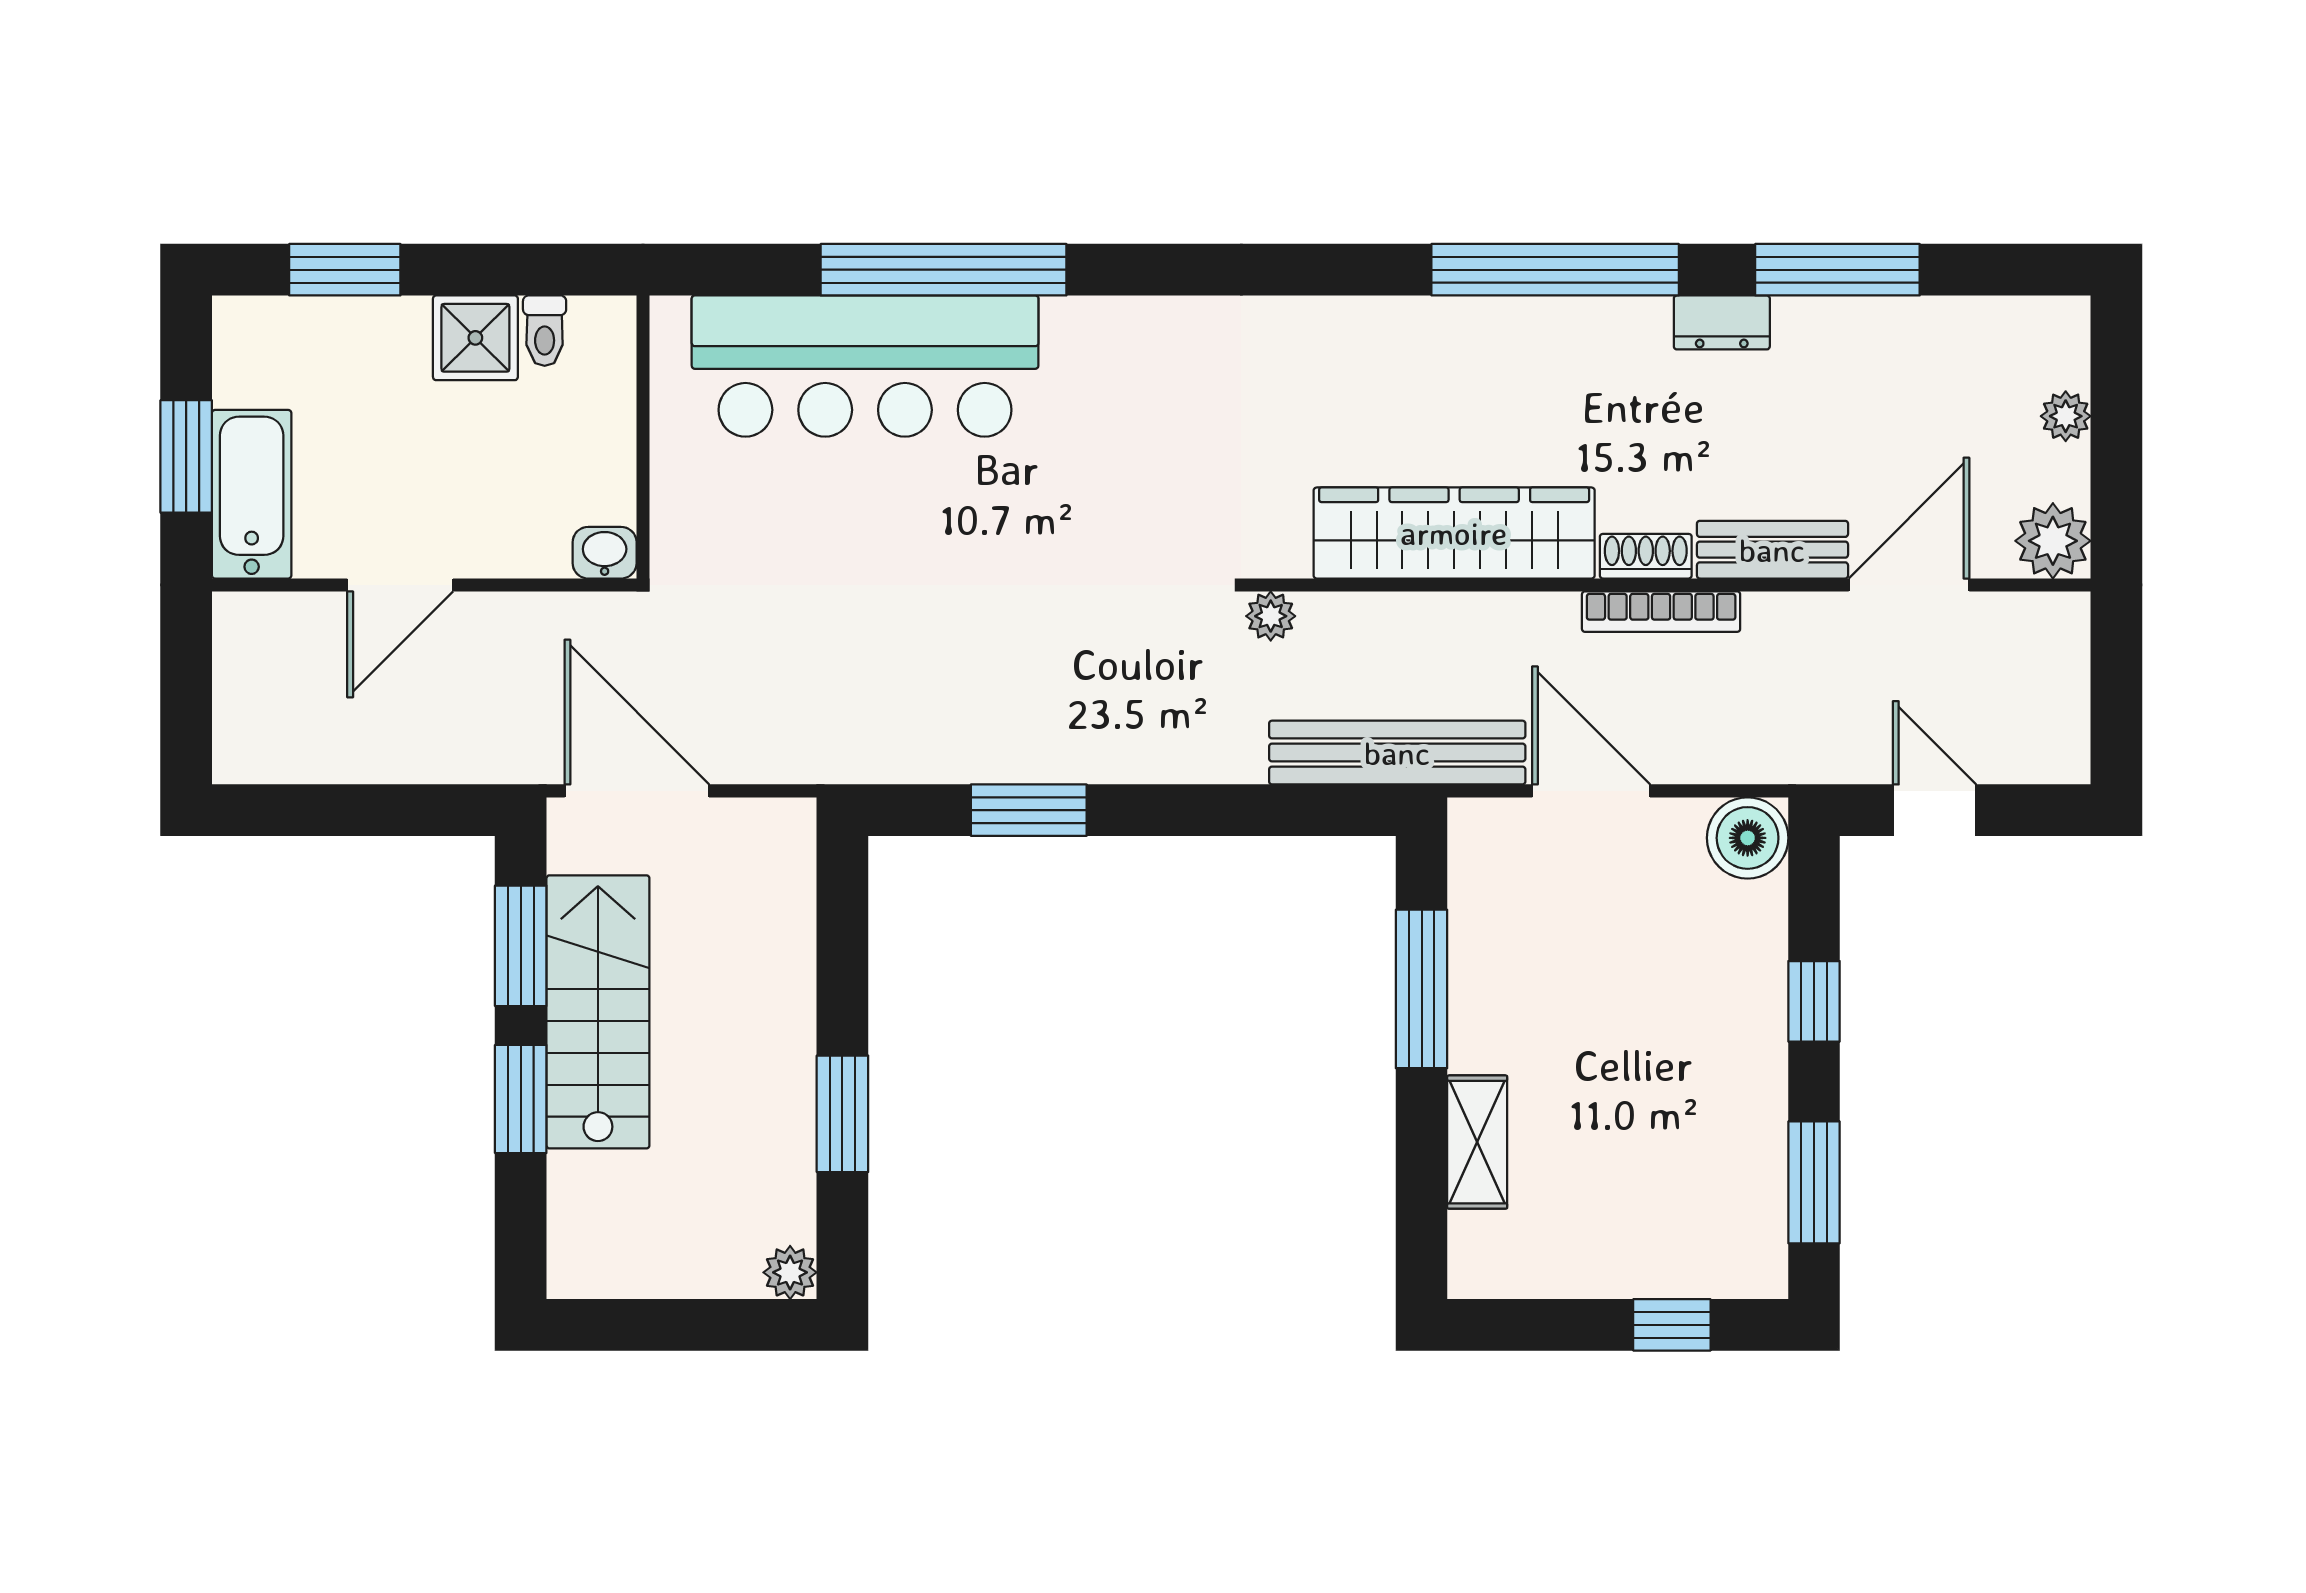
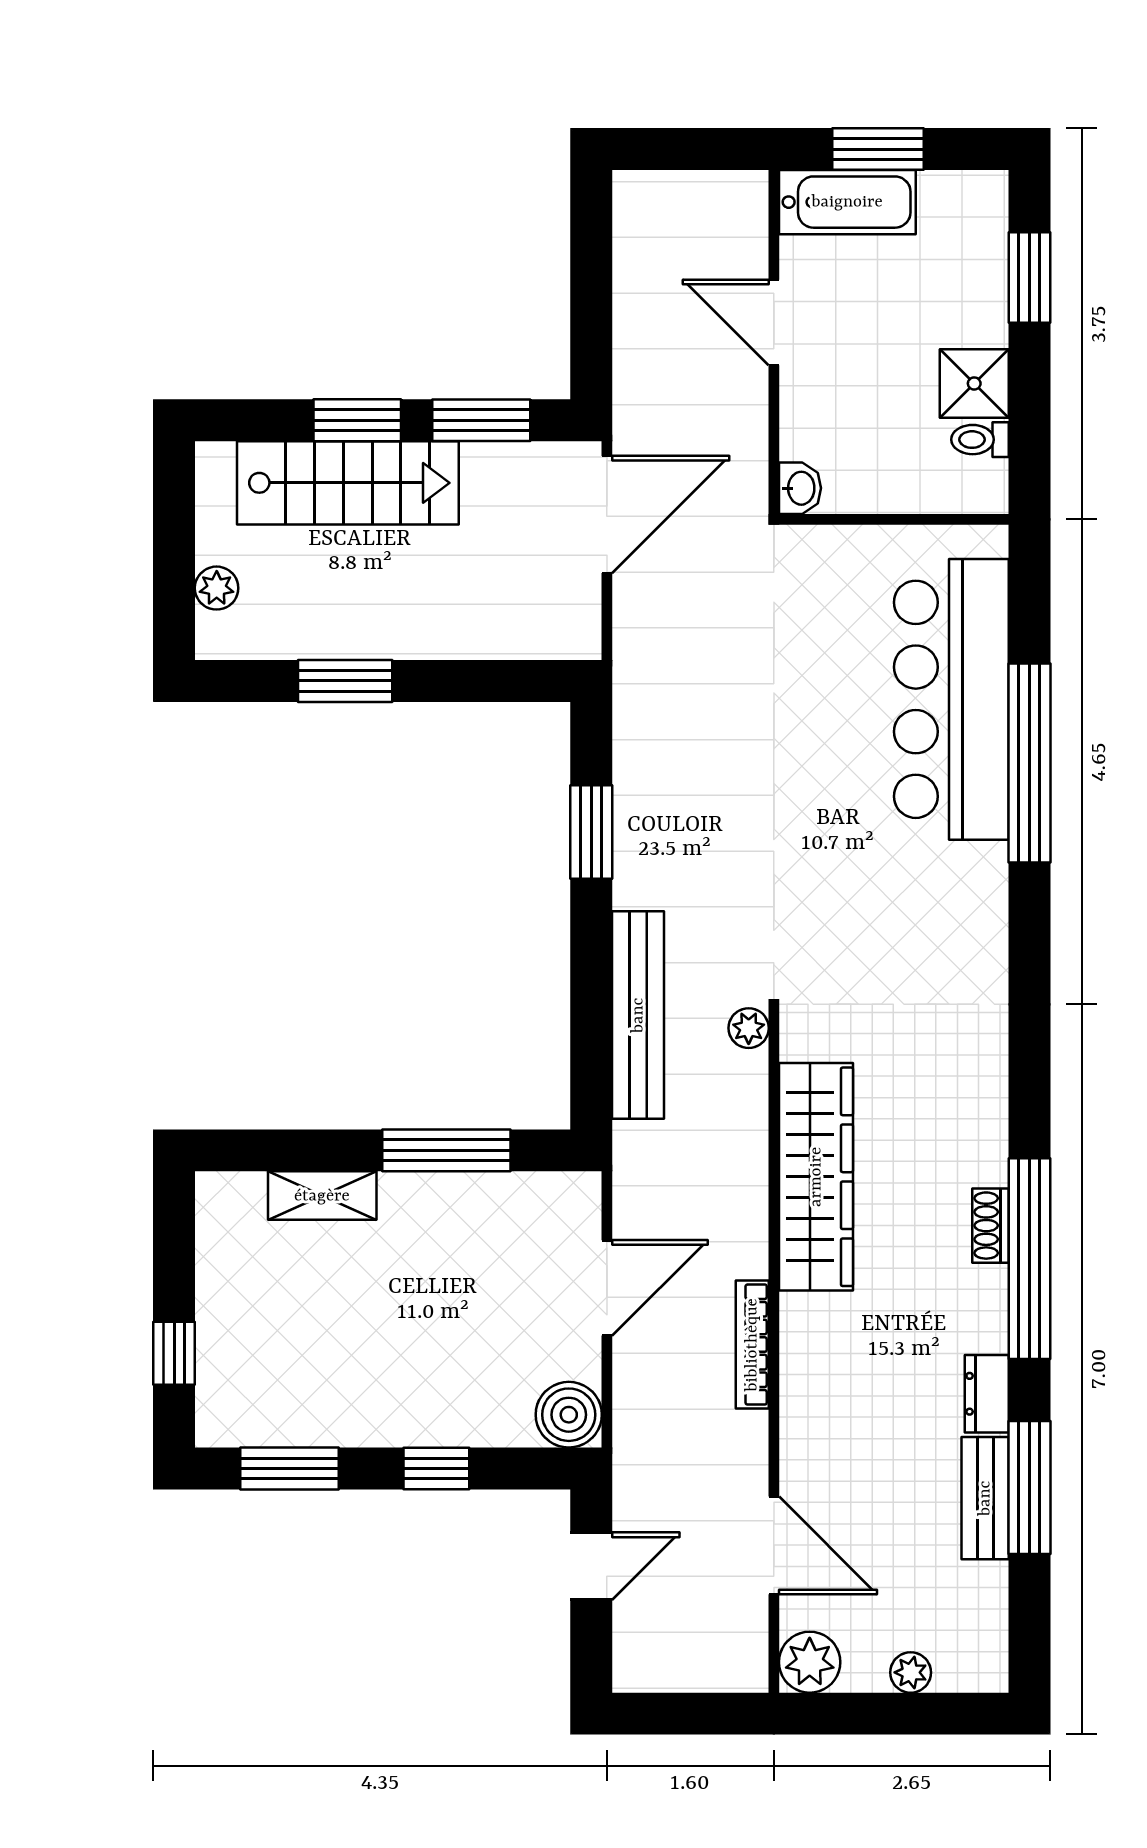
bench: (1772, 550) -> (985, 1498), moved
shoe rack: (1646, 556) -> (990, 1226), moved, turned 180
bench: (1397, 753) -> (638, 1015), moved
stairs: (598, 1012) -> (348, 483), moved
plant: (790, 1272) -> (217, 588), moved

